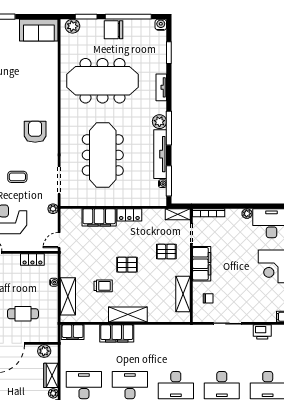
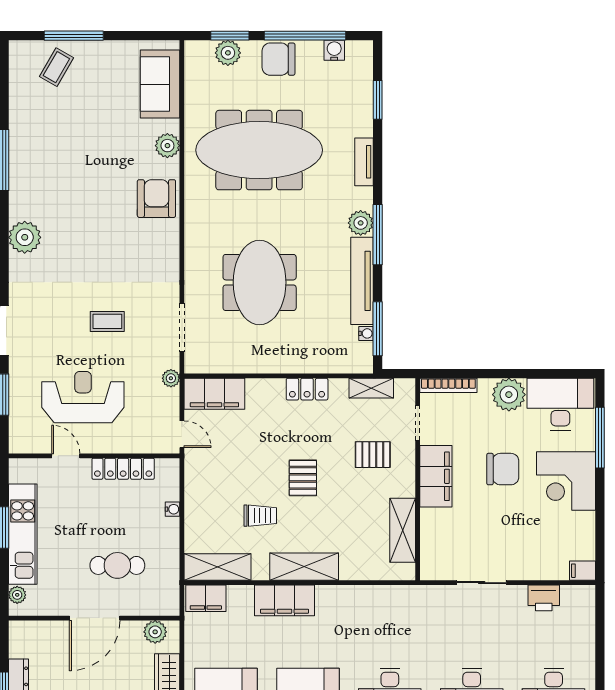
water cooler: (161, 25) -> (334, 50), moved
plant: (72, 26) -> (228, 53), moved
sofa: (39, 30) -> (160, 84), moved, turned 90
plant: (51, 78) -> (167, 146), added
armchair: (35, 132) -> (156, 199), moved
meeting table: (103, 155) -> (260, 282), width x0.73
shelving: (178, 214) -> (371, 388), moved
plant: (247, 214) -> (509, 395), width x1.87, depth x1.87
filing cabinet: (99, 217) -> (214, 394), moved
door: (59, 240) -> (182, 434), swing flipped
locker: (32, 260) -> (123, 469), width x1.53
pallet: (127, 265) -> (303, 478), turned 90
shelving: (68, 296) -> (218, 567), moved, turned 90
chair: (208, 298) -> (503, 469), moved, width x1.87, depth x1.87

